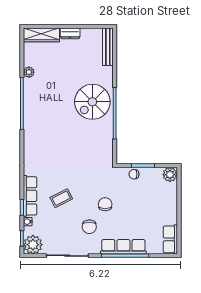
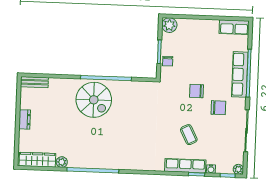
wardrobe: (41, 35) -> (37, 160), moved, turned -90
bench: (108, 47) -> (34, 82), width x0.73
plant: (33, 245) -> (238, 169), width x0.53, depth x0.53

